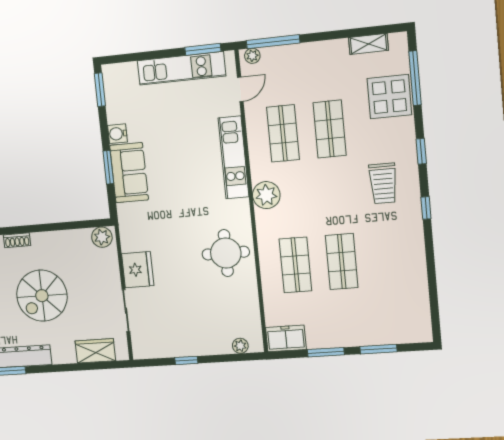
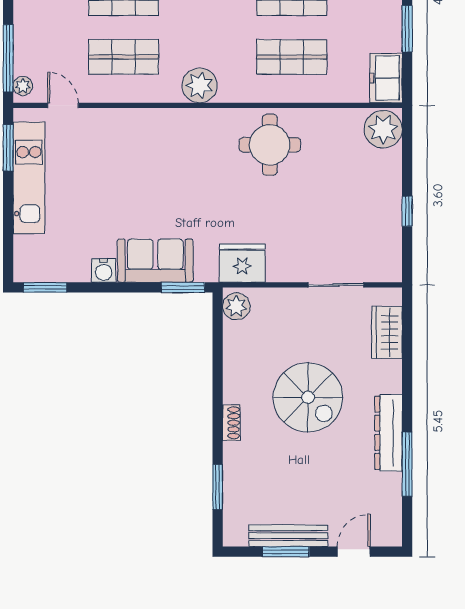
kitchen unit: (234, 157) -> (148, 123), removed
window: (108, 167) -> (183, 287), moved
fridge: (138, 270) -> (242, 263), moved
plant: (240, 346) -> (383, 129), width x1.88, depth x1.88

